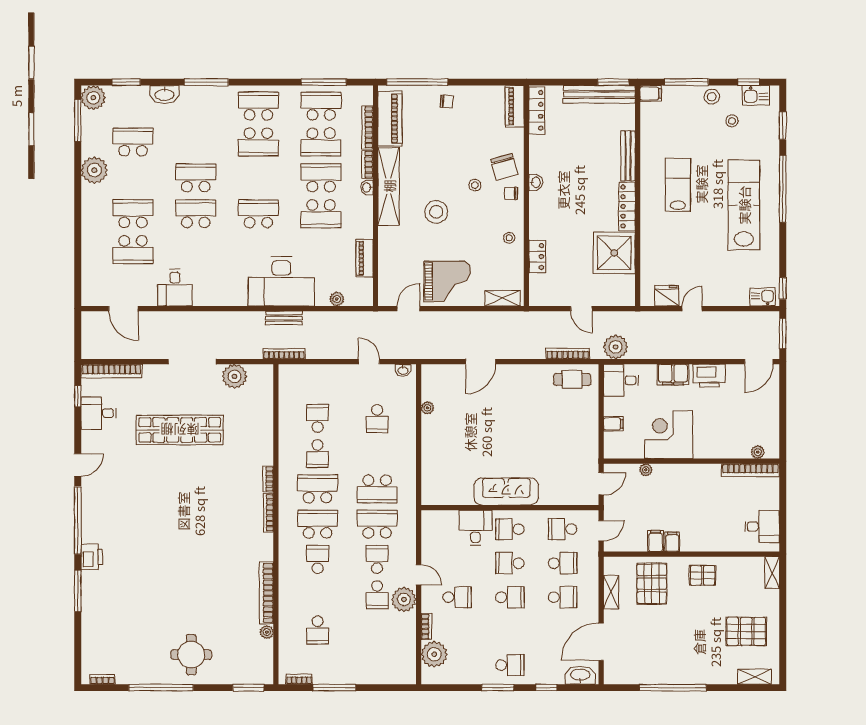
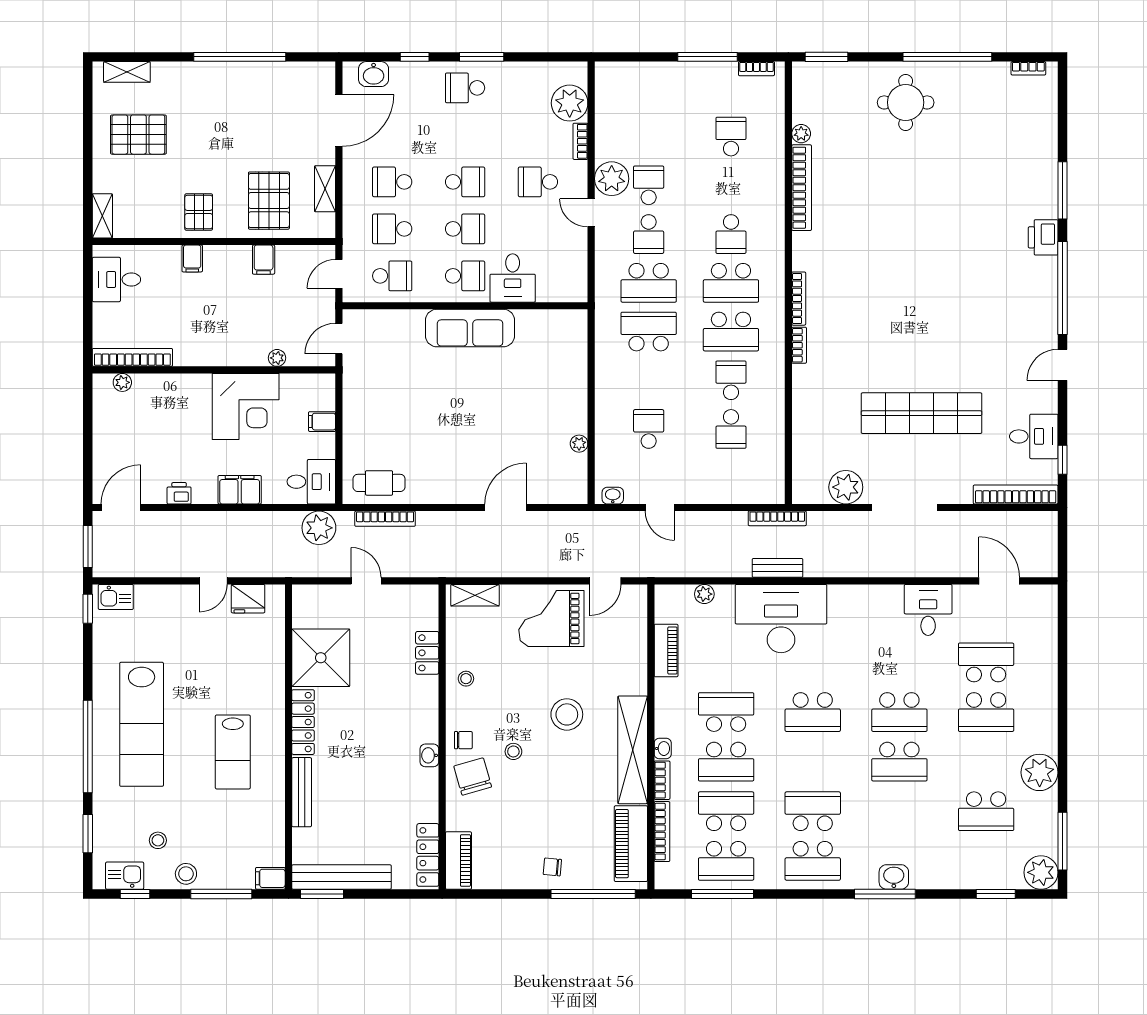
washbasin: (164, 94) -> (894, 877), moved, width x0.72
printer: (709, 376) -> (179, 493), width x0.53, depth x0.68
filing cabinet: (672, 542) -> (192, 258), moved
pallet: (703, 575) -> (199, 212), turned 90
school desk: (510, 597) -> (465, 182), turned 180
washbasin: (580, 675) -> (374, 74), width x0.72

